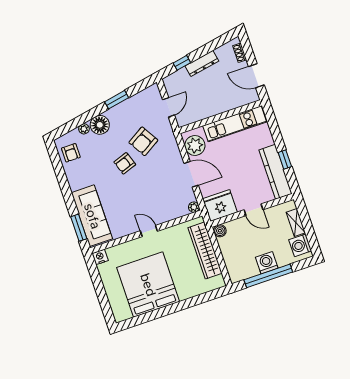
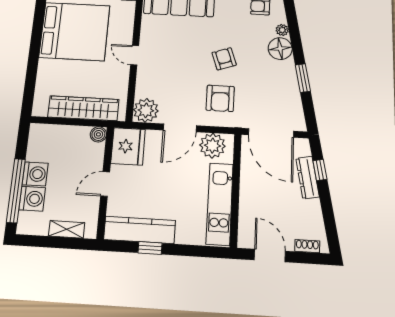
dresser: (202, 63) -> (308, 178), moved
door: (256, 76) -> (270, 255), hinge flipped
door: (168, 107) -> (271, 133), width x1.87
armchair: (143, 141) -> (220, 98), moved, turned -149
plant: (194, 207) -> (146, 110), width x1.88, depth x1.88
door: (149, 231) -> (135, 55), swing flipped
washing machine: (300, 245) -> (32, 199), moved, turned 90
window: (268, 276) -> (16, 191), moved

